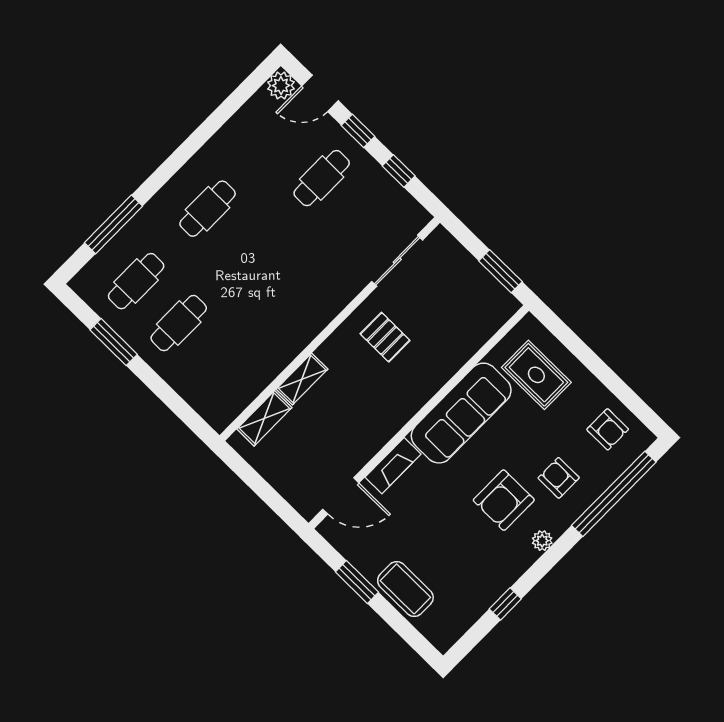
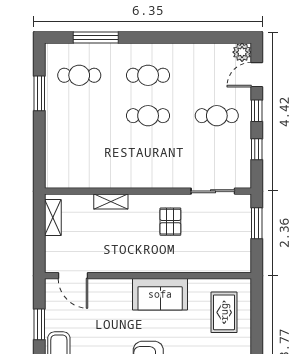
door: (320, 93) -> (257, 75), hinge flipped
window: (500, 271) -> (257, 223), moved
cafe table: (179, 323) -> (148, 116), moved
sofa: (461, 413) -> (160, 294), width x0.73
shelving: (264, 418) -> (53, 218), moved, turned 90
fireplace: (393, 466) -> (112, 286), removed

